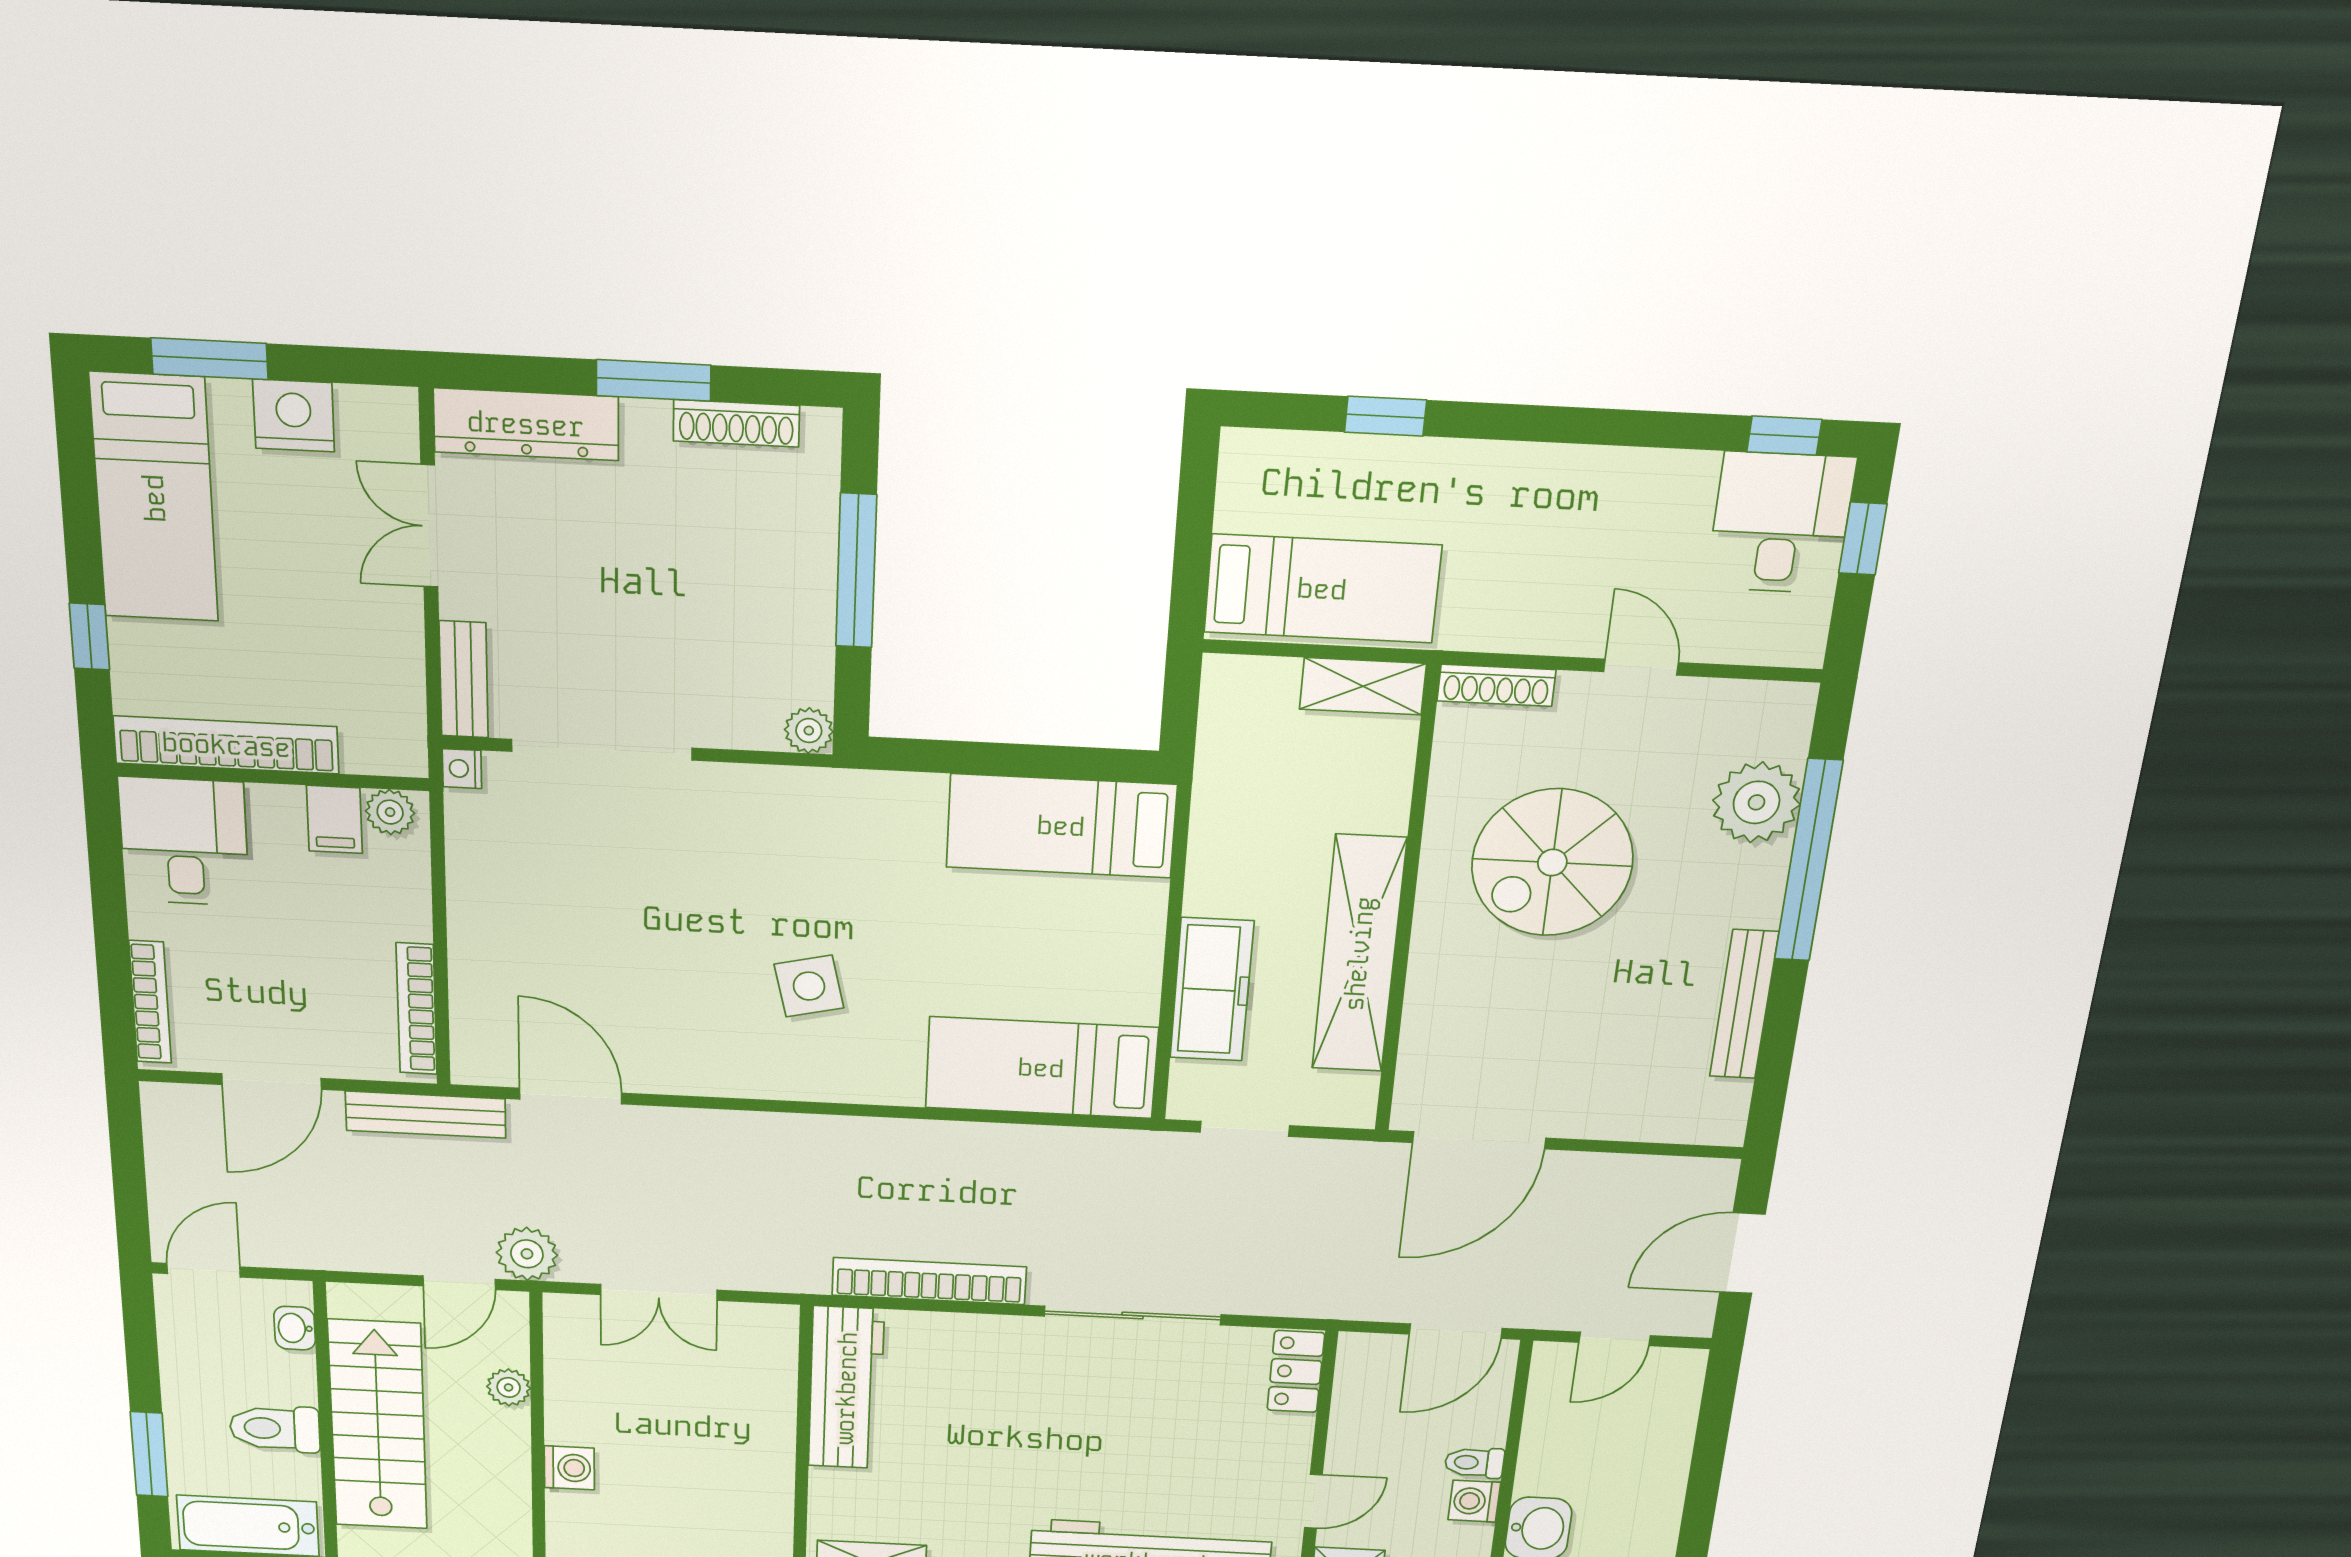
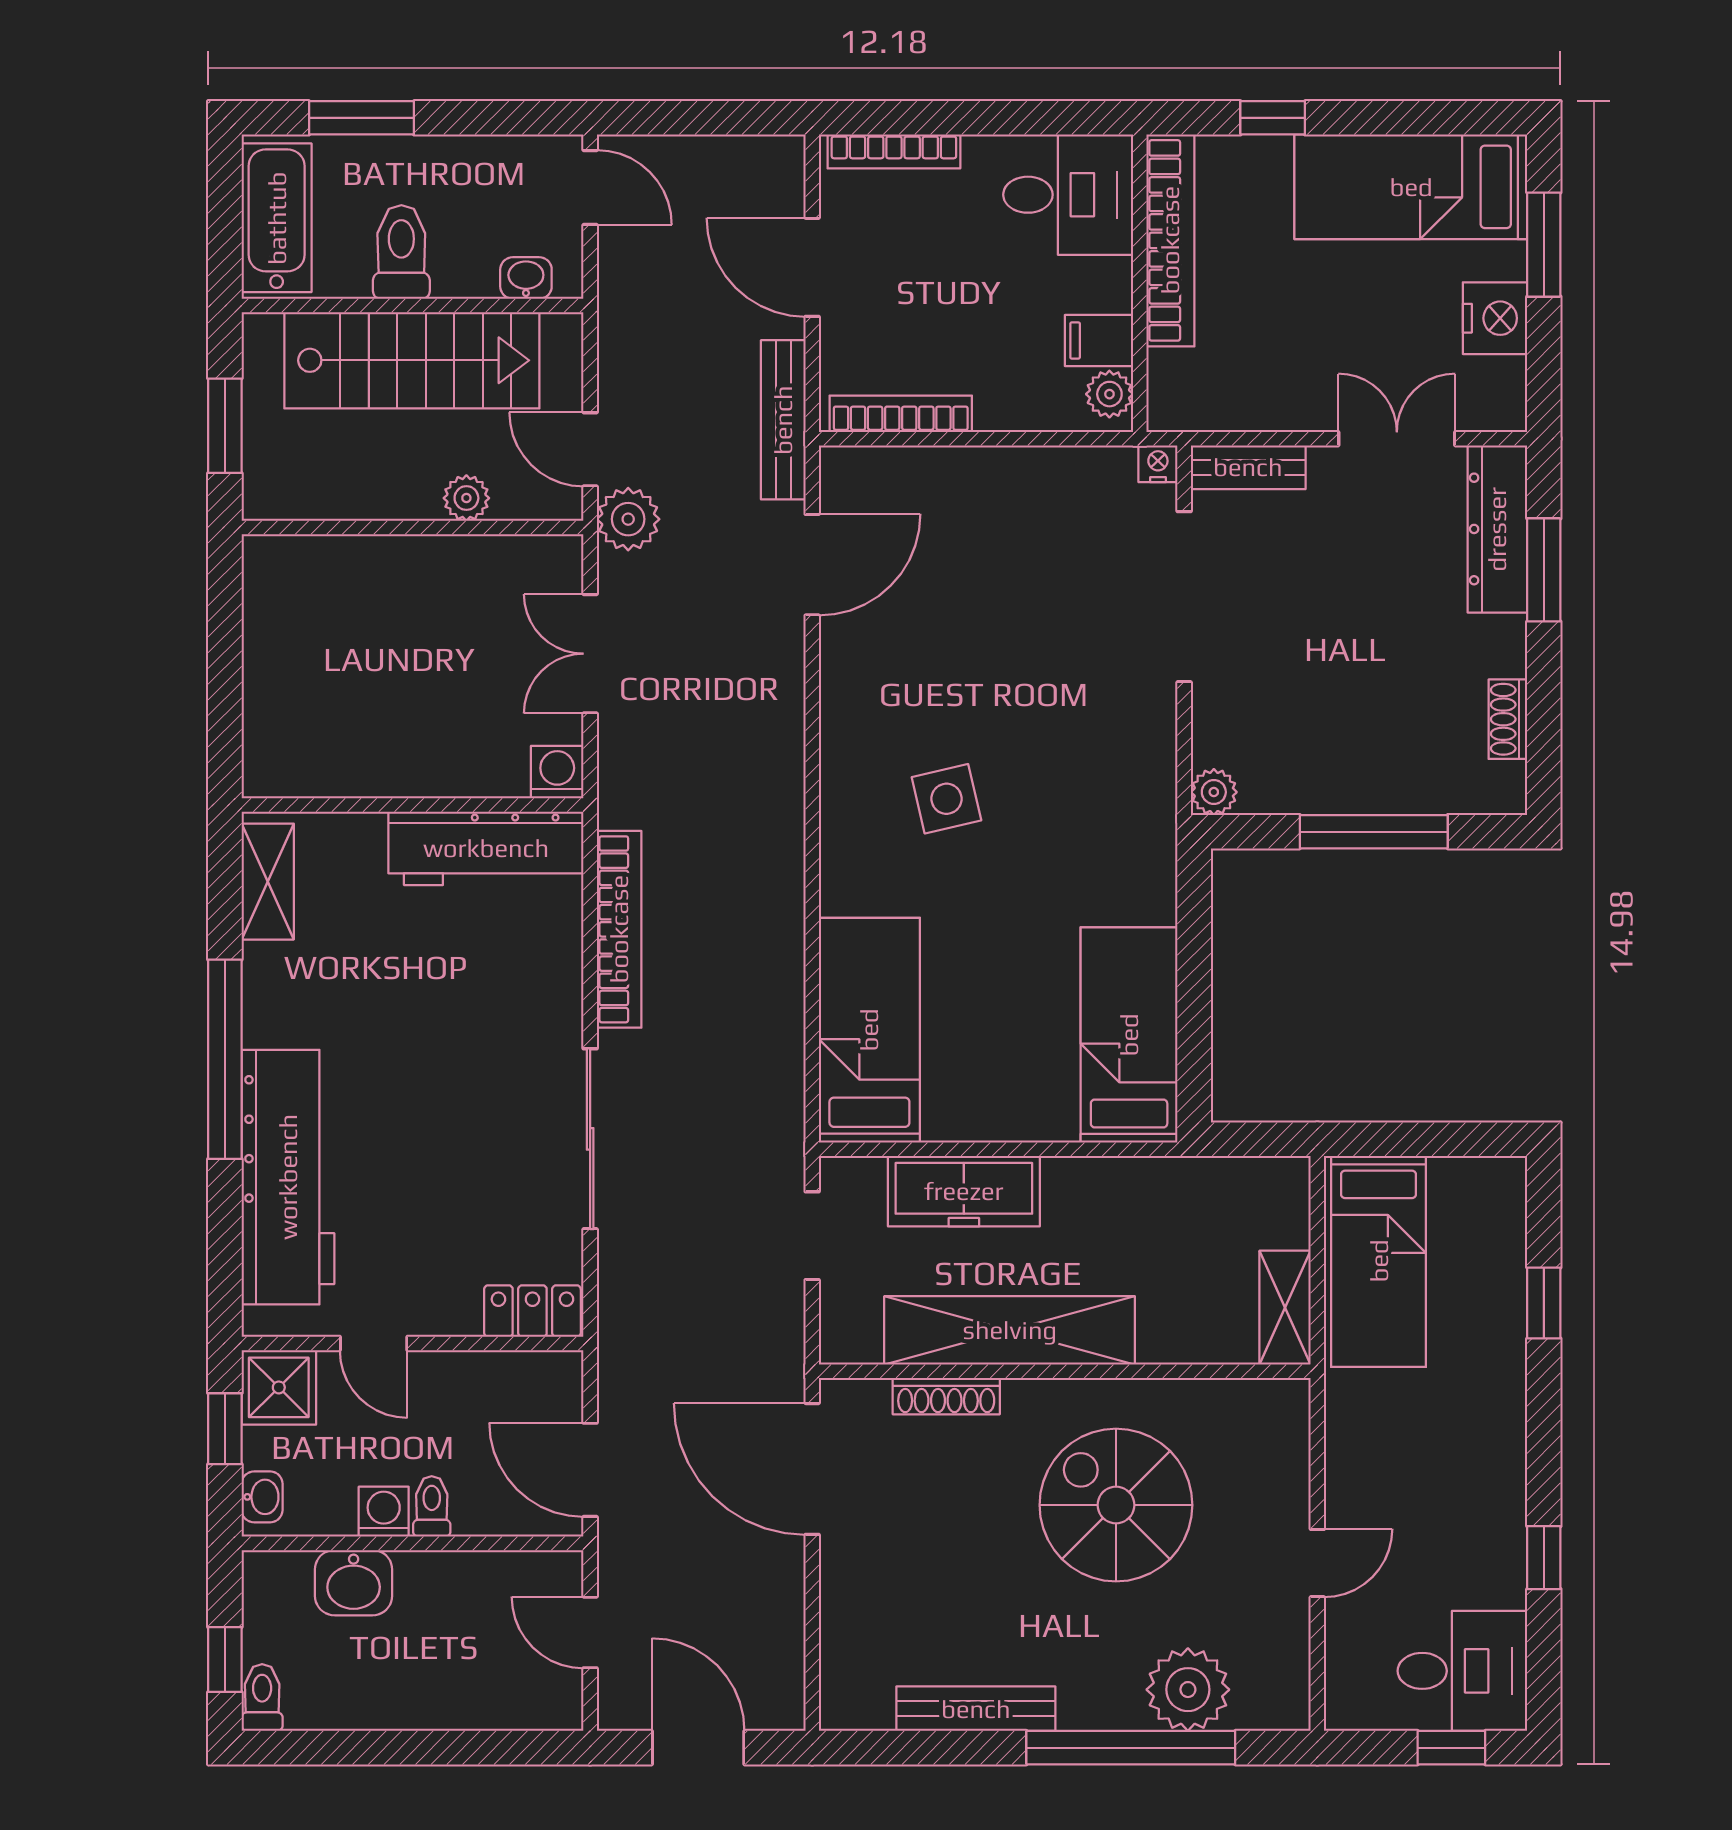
window: (654, 380) -> (1544, 570), moved
shoe rack: (736, 423) -> (1508, 719), width x0.70
window: (1784, 436) -> (1544, 1558), moved
shoe rack: (1496, 685) -> (946, 1396), moved, turned -90
washing machine: (569, 1468) -> (557, 772), moved, turned 180

